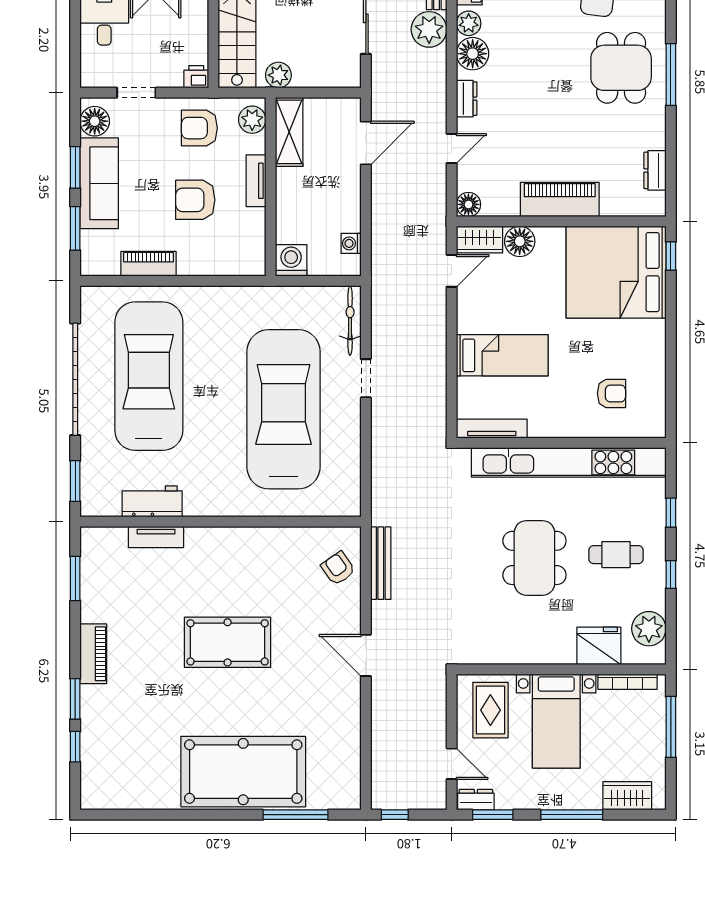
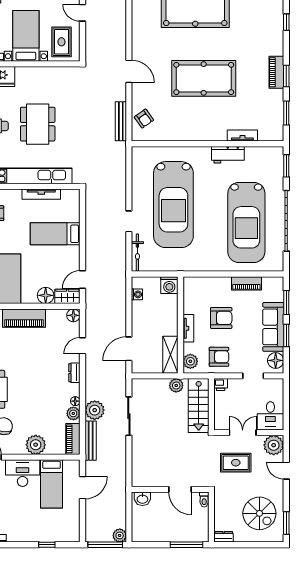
floor lamp: (473, 54) -> (75, 401), width x0.53, depth x0.53
tv unit: (492, 429) -> (41, 194), moved
workbench: (152, 501) -> (228, 155), moved
pool table: (228, 642) -> (204, 78), width x1.36, depth x1.32
window: (75, 699) -> (286, 76), moved

